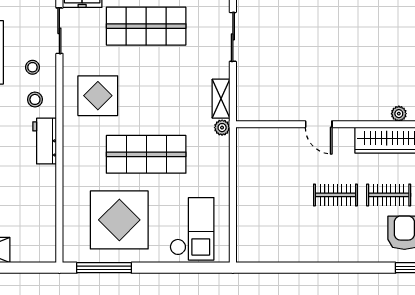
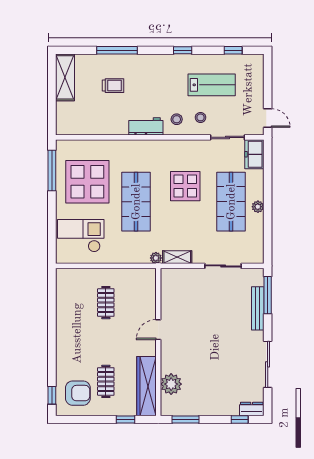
display table: (98, 96) -> (185, 186), moved
plant: (399, 114) -> (171, 384), width x1.88, depth x1.88
clothes rail: (335, 195) -> (106, 303), moved
checkout: (192, 229) -> (81, 236), turned 180

